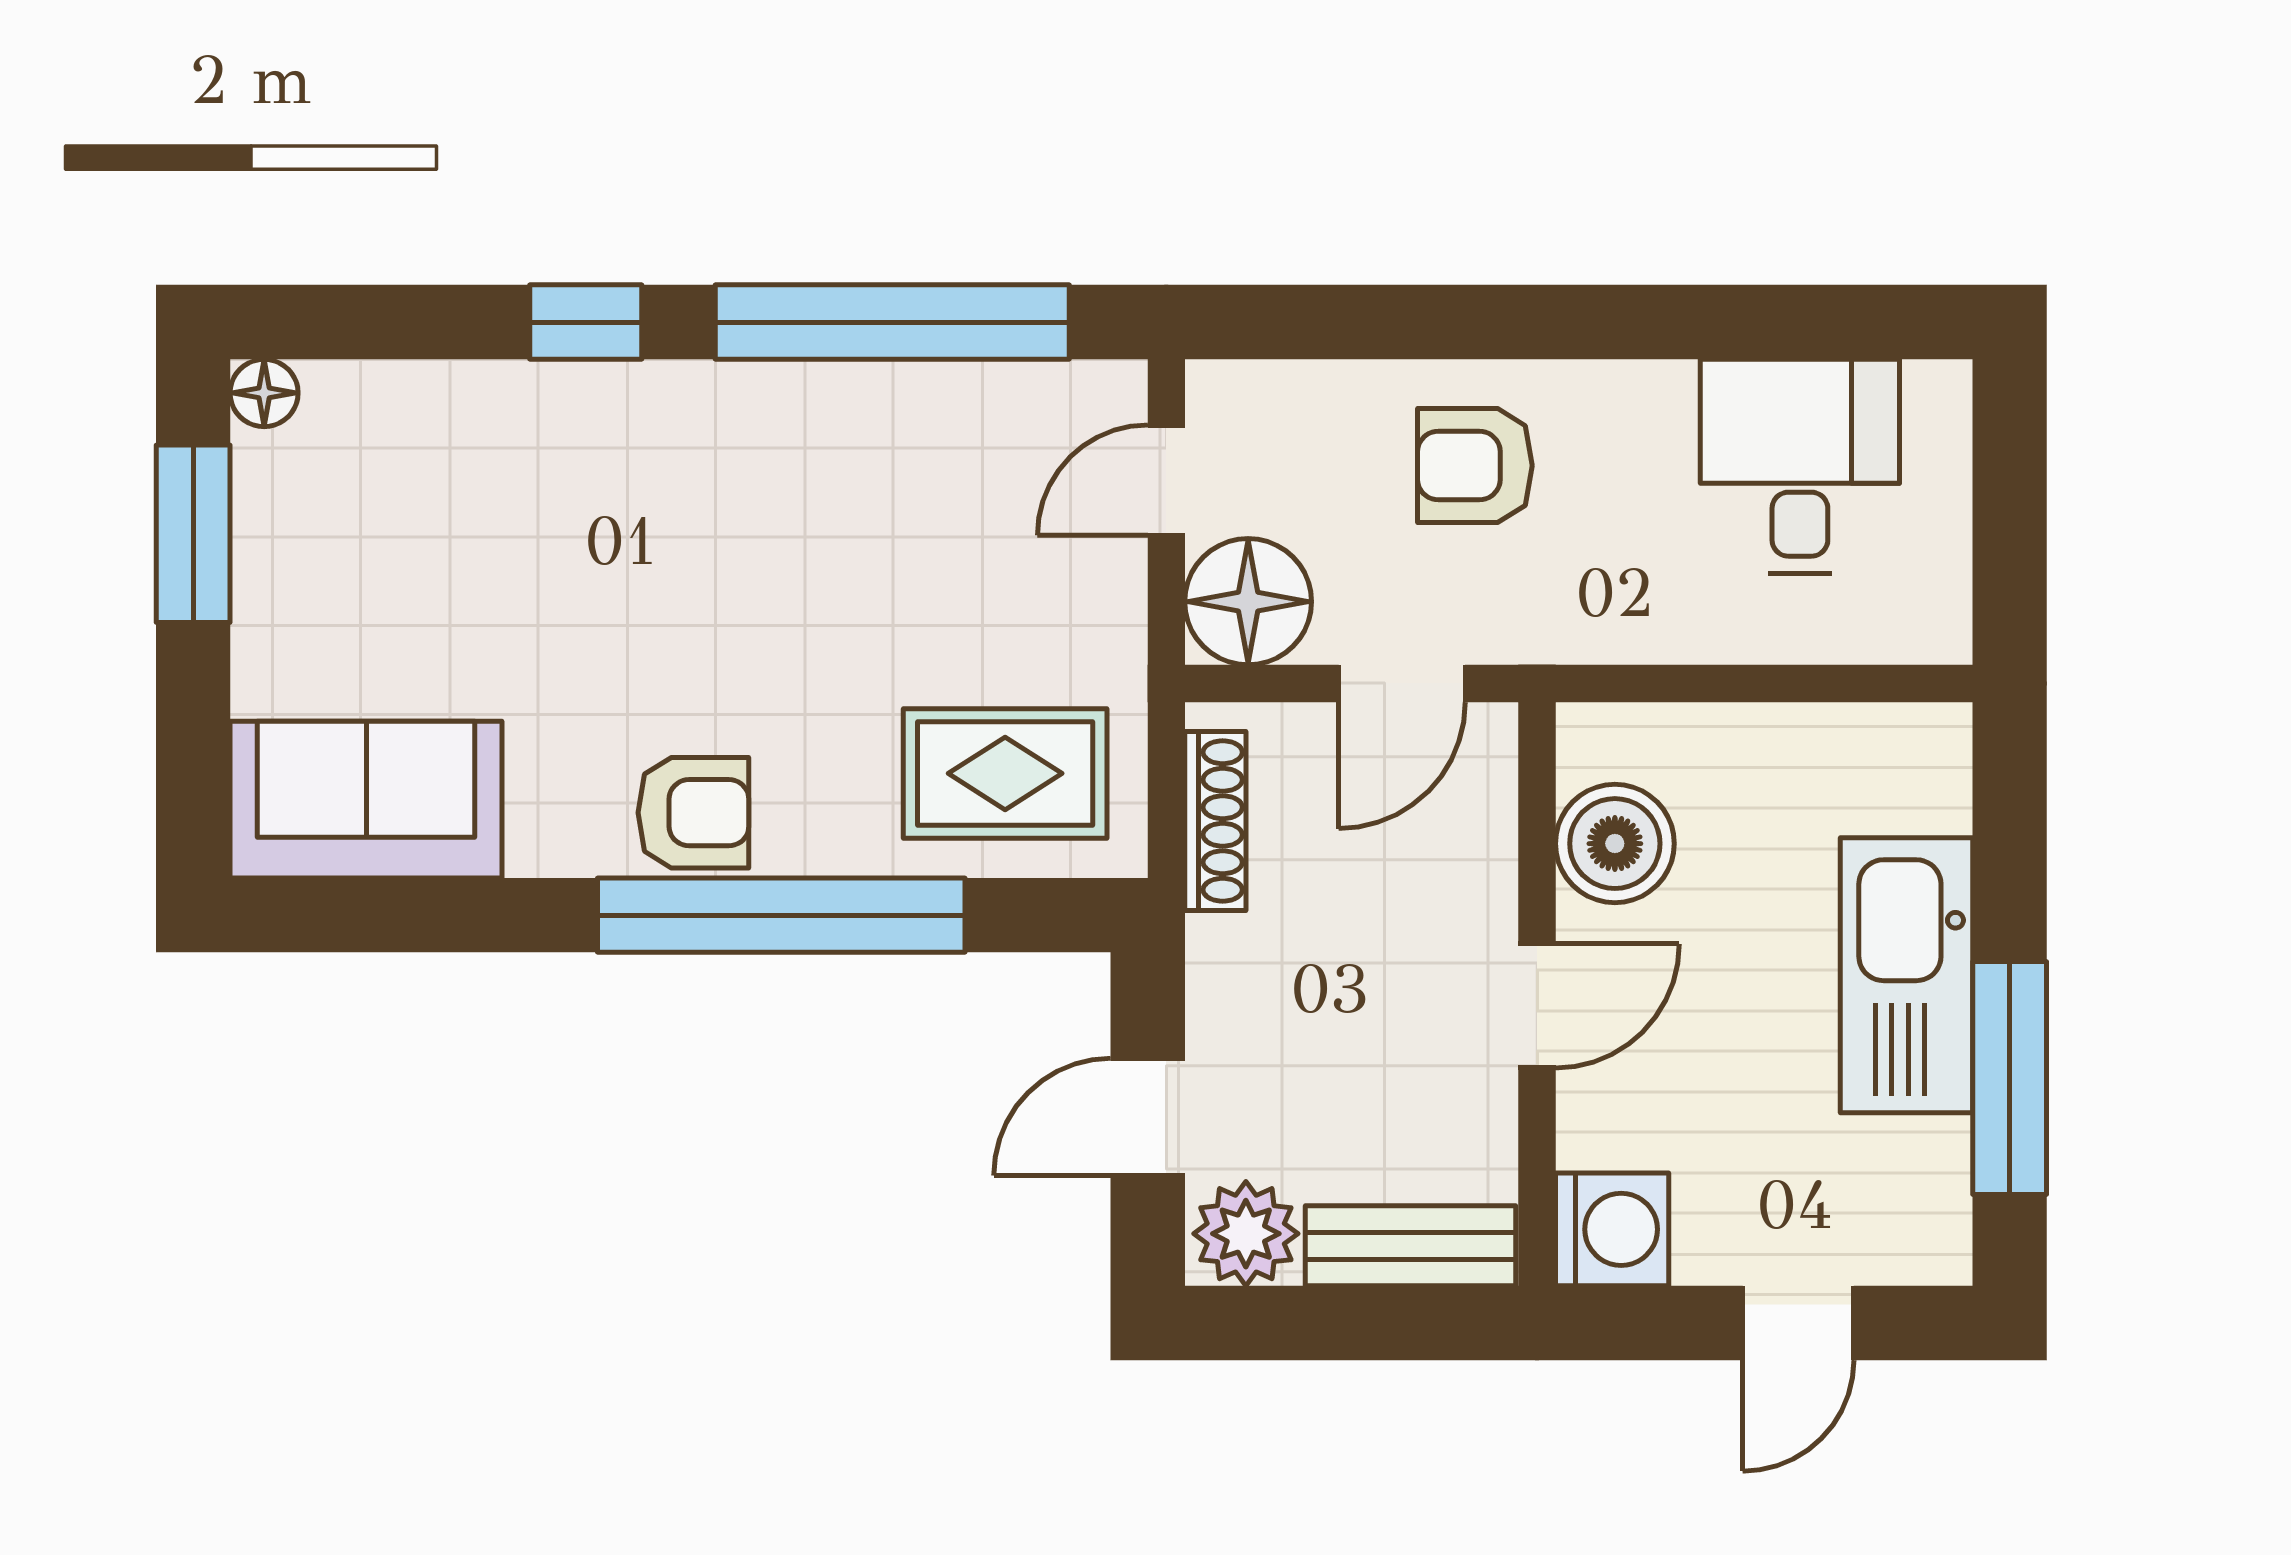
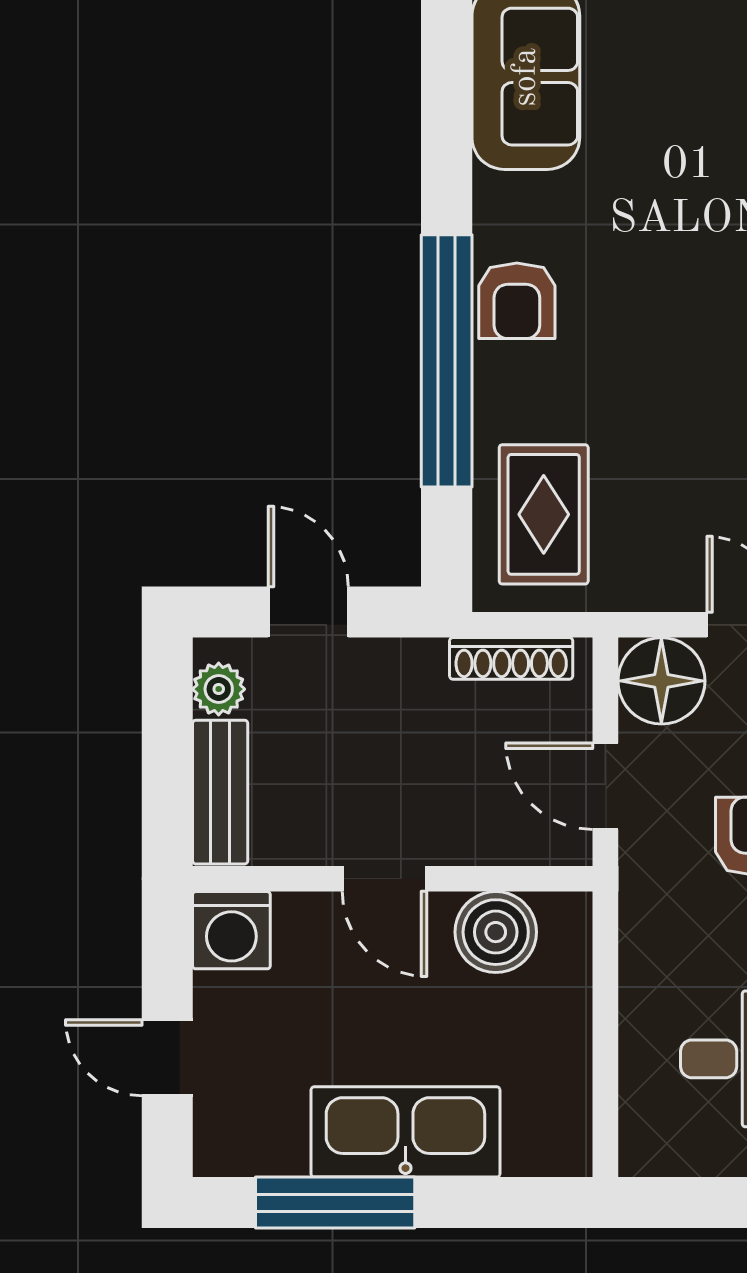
plant: (1246, 1234) -> (219, 689), width x0.73, depth x0.73

